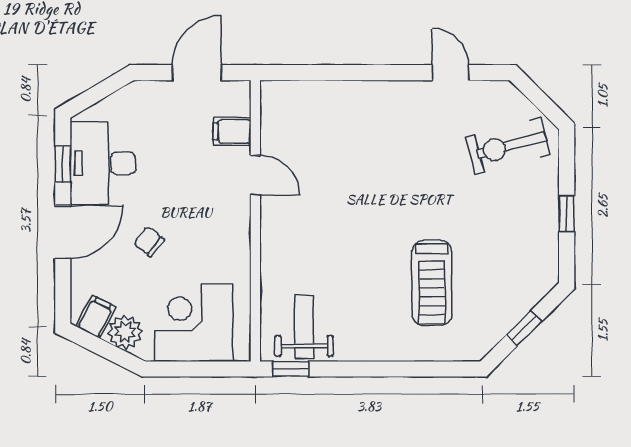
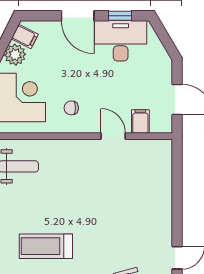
door: (255, 175) -> (113, 136), swing flipped
chair: (149, 242) -> (71, 108), moved, turned -128

